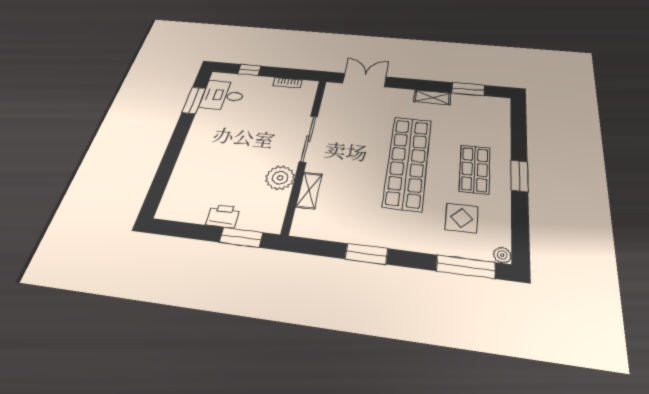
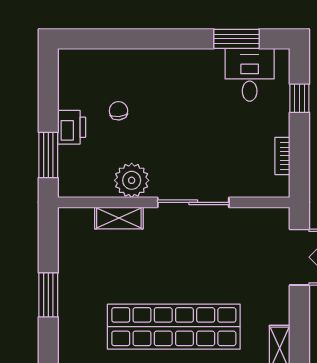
chair: (221, 180) -> (118, 111), added

